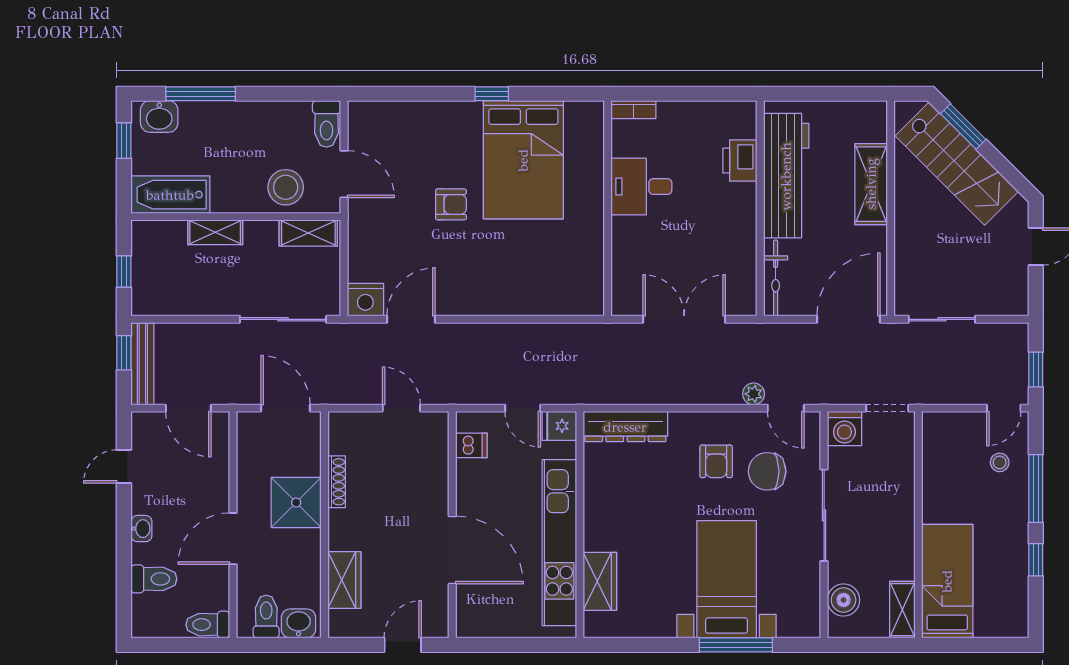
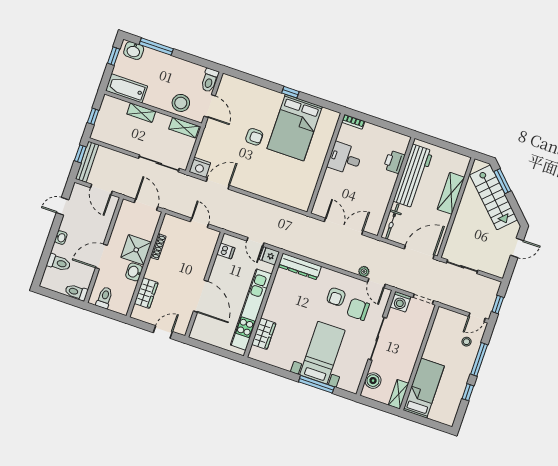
washbasin: (299, 623) -> (134, 272), moved, turned -90

